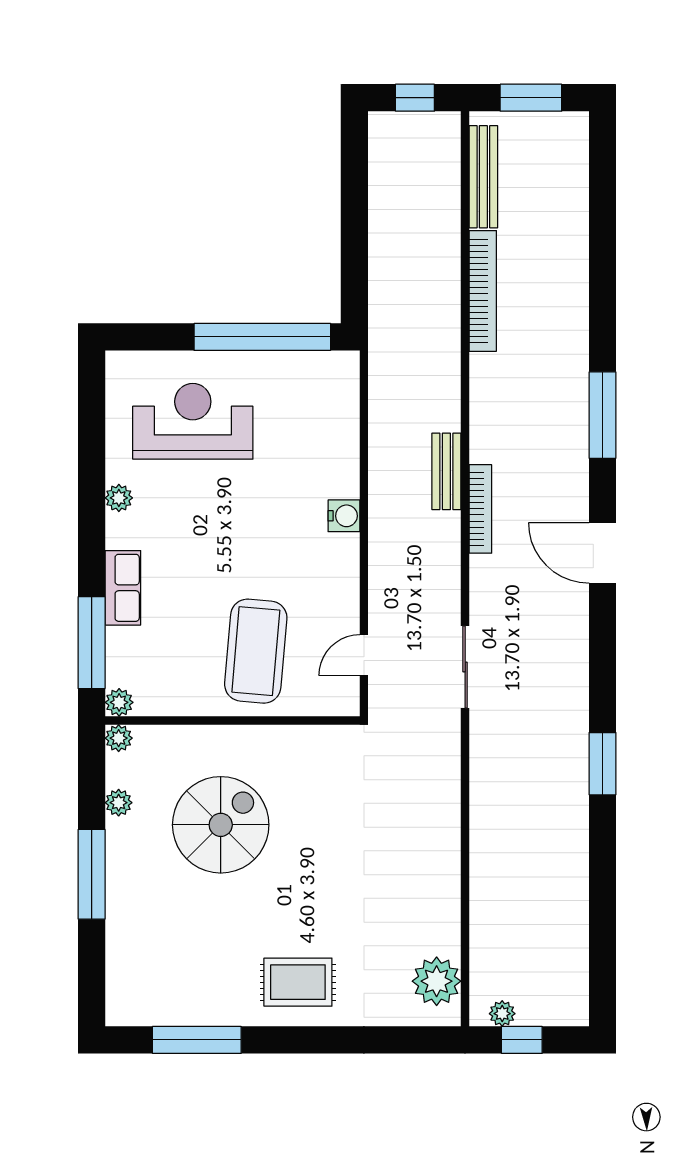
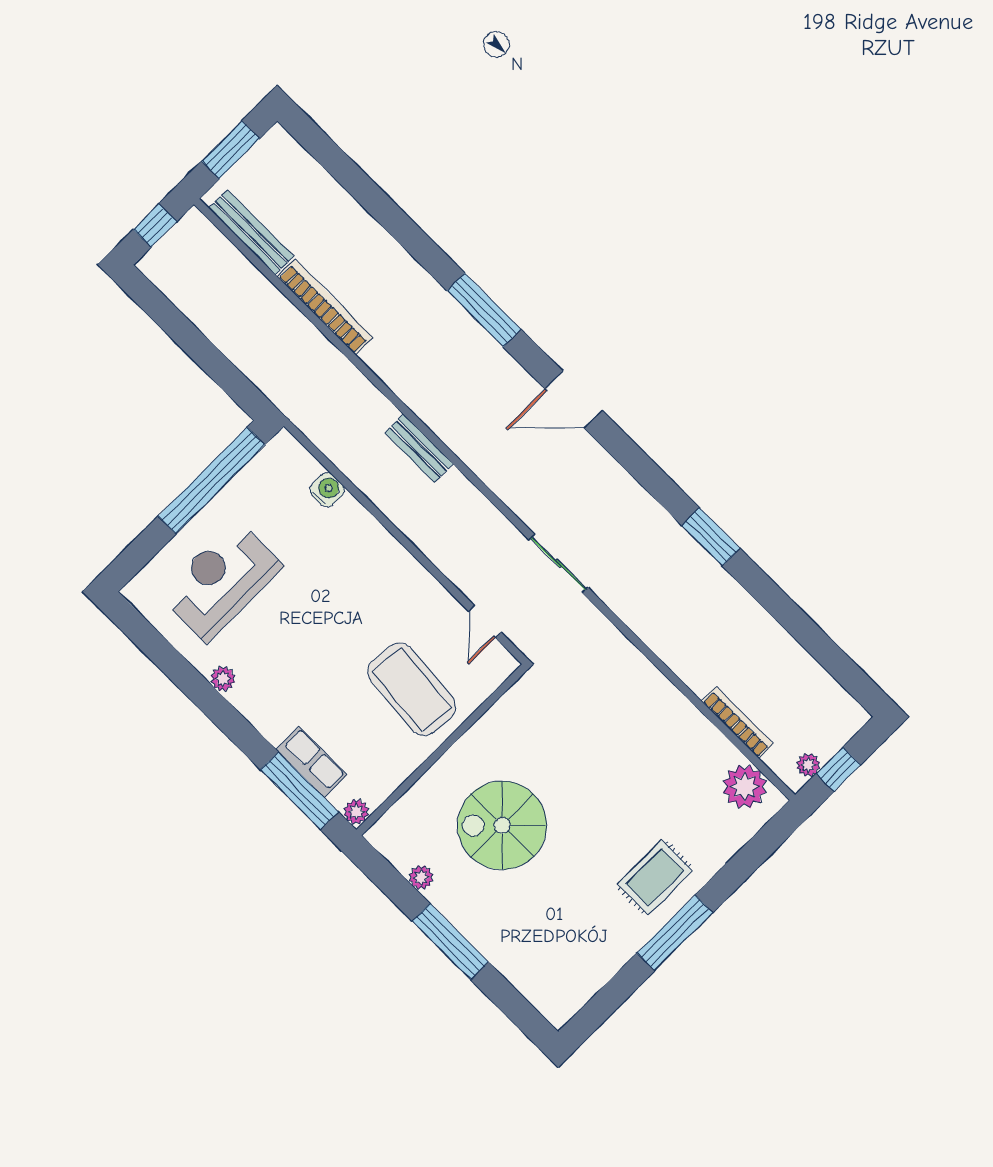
bookcase: (480, 509) -> (738, 723), moved
water cooler: (344, 516) -> (327, 490), moved
row of seats: (123, 588) -> (312, 762), moved
plant: (119, 738) -> (379, 835), removed
spiral stairs: (221, 825) -> (502, 825), turned -90
window: (197, 1040) -> (675, 933), moved

